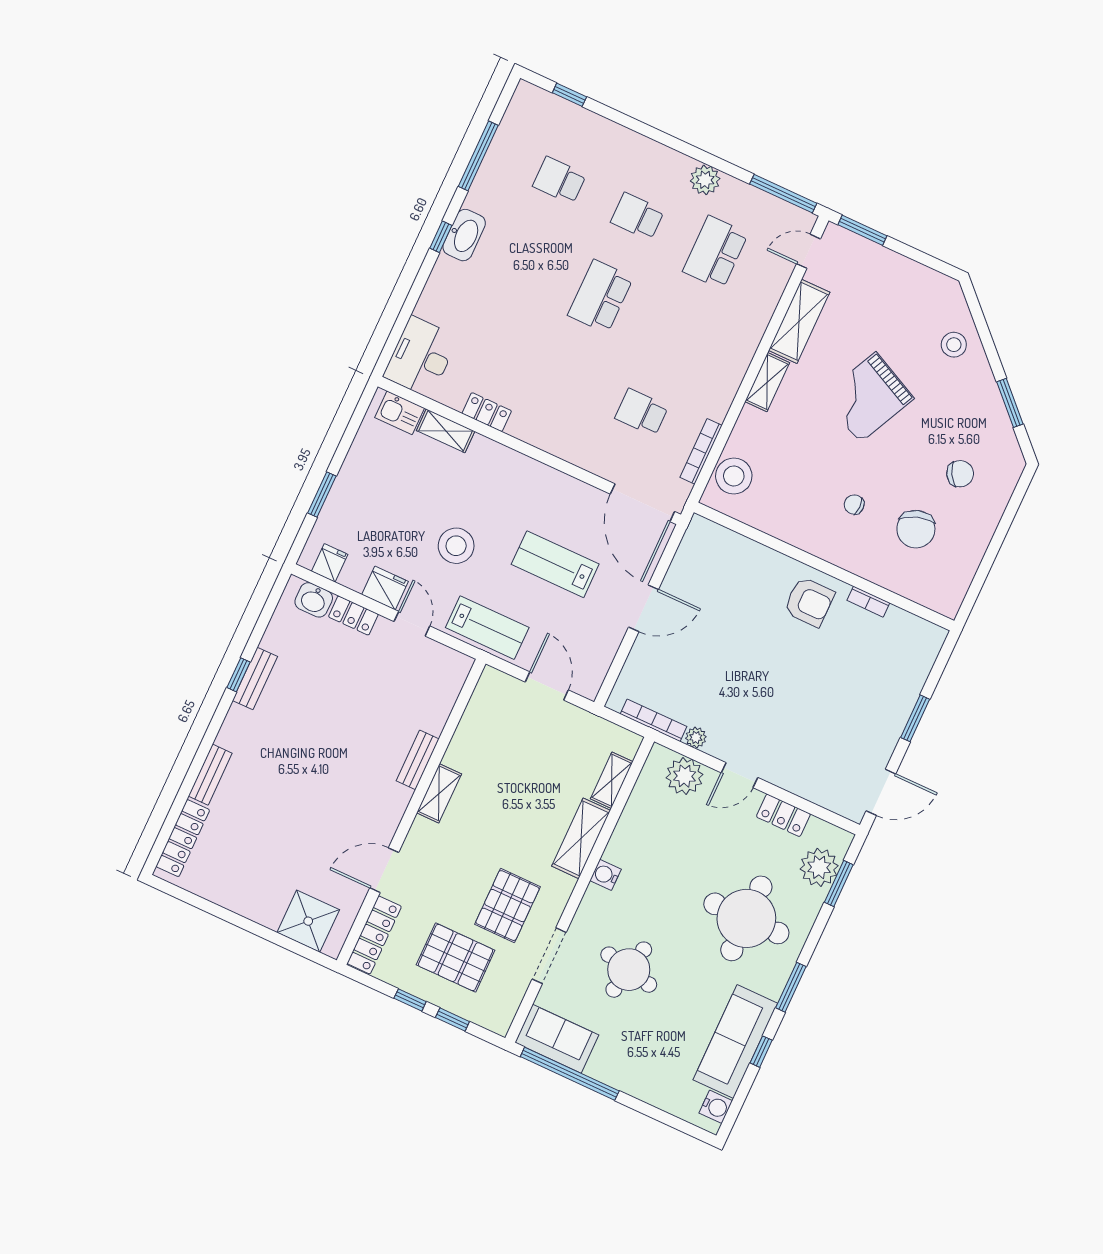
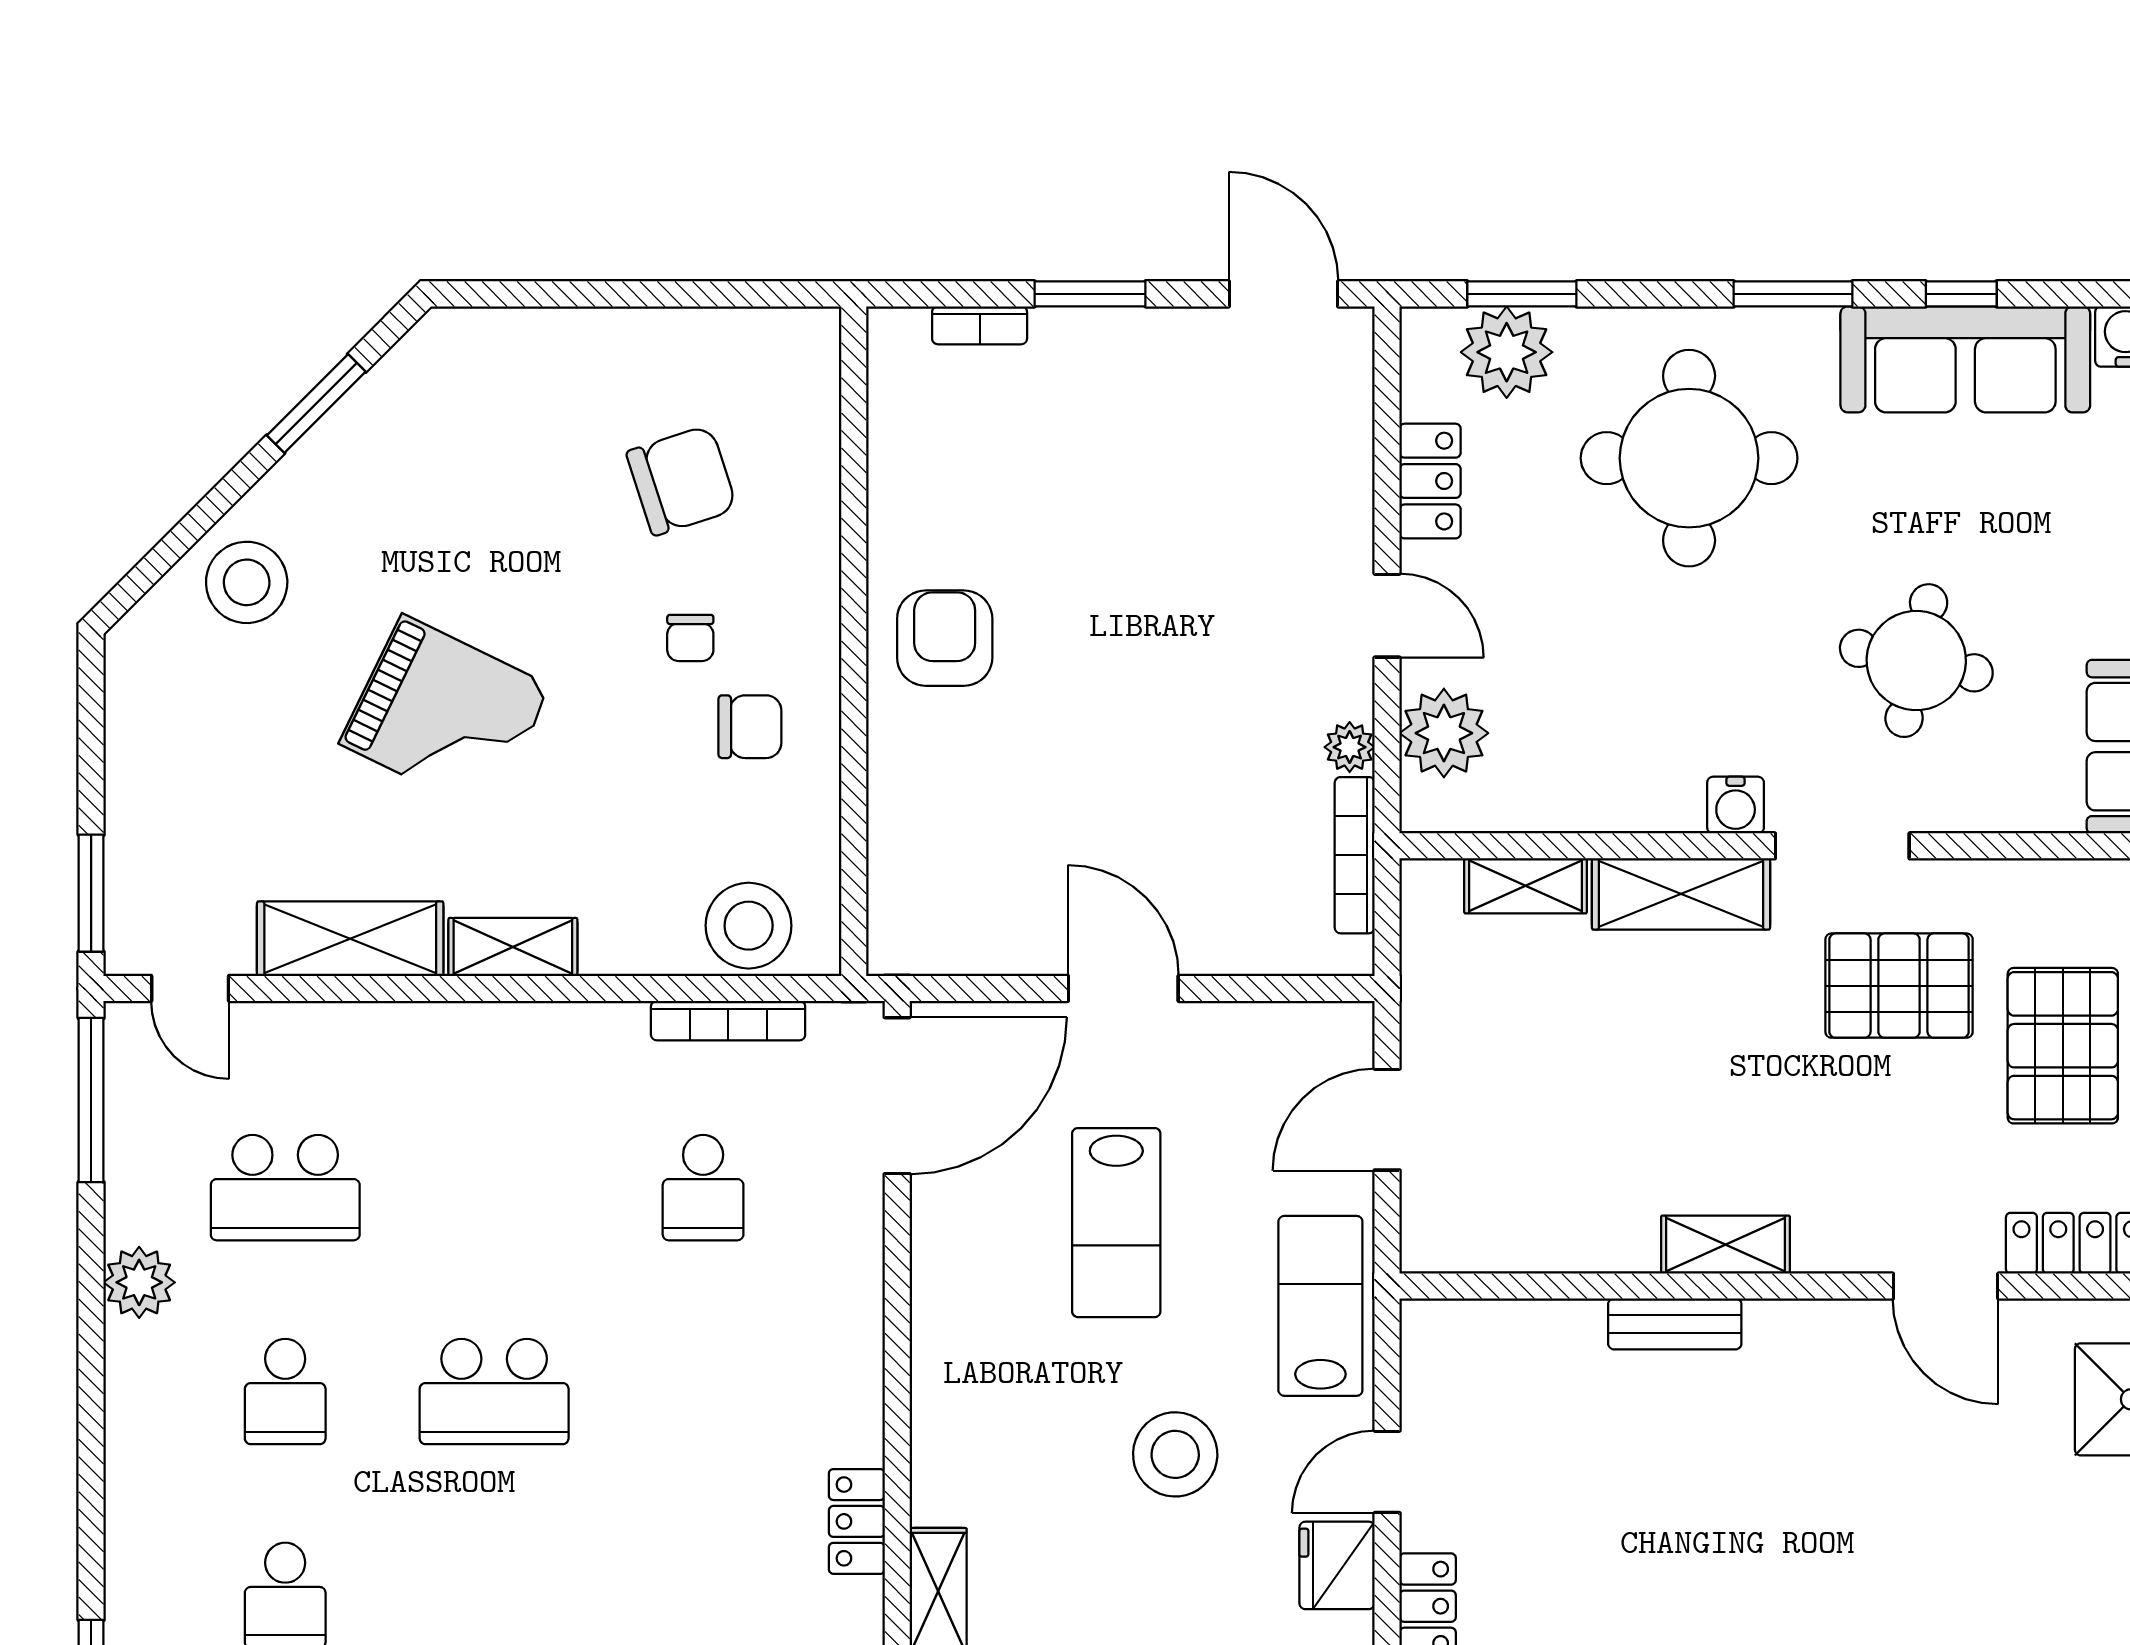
stool: (954, 345) -> (247, 582), width x1.38, depth x1.38
chair: (960, 474) -> (750, 727), moved, turned 120
bookcase: (868, 602) -> (980, 325), moved, turned 90
doorway: (549, 956) -> (1842, 846), moved

